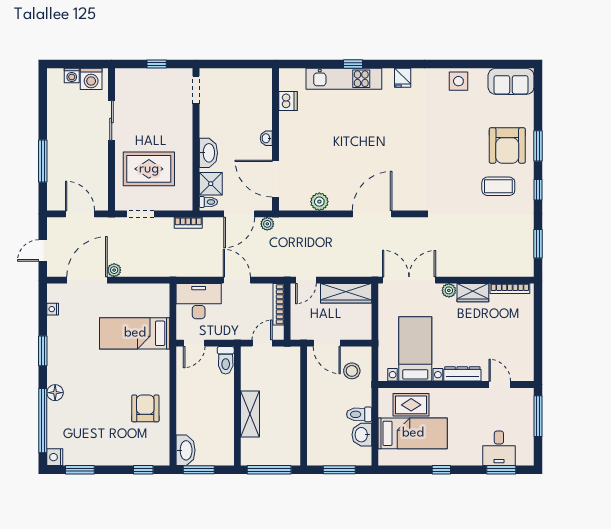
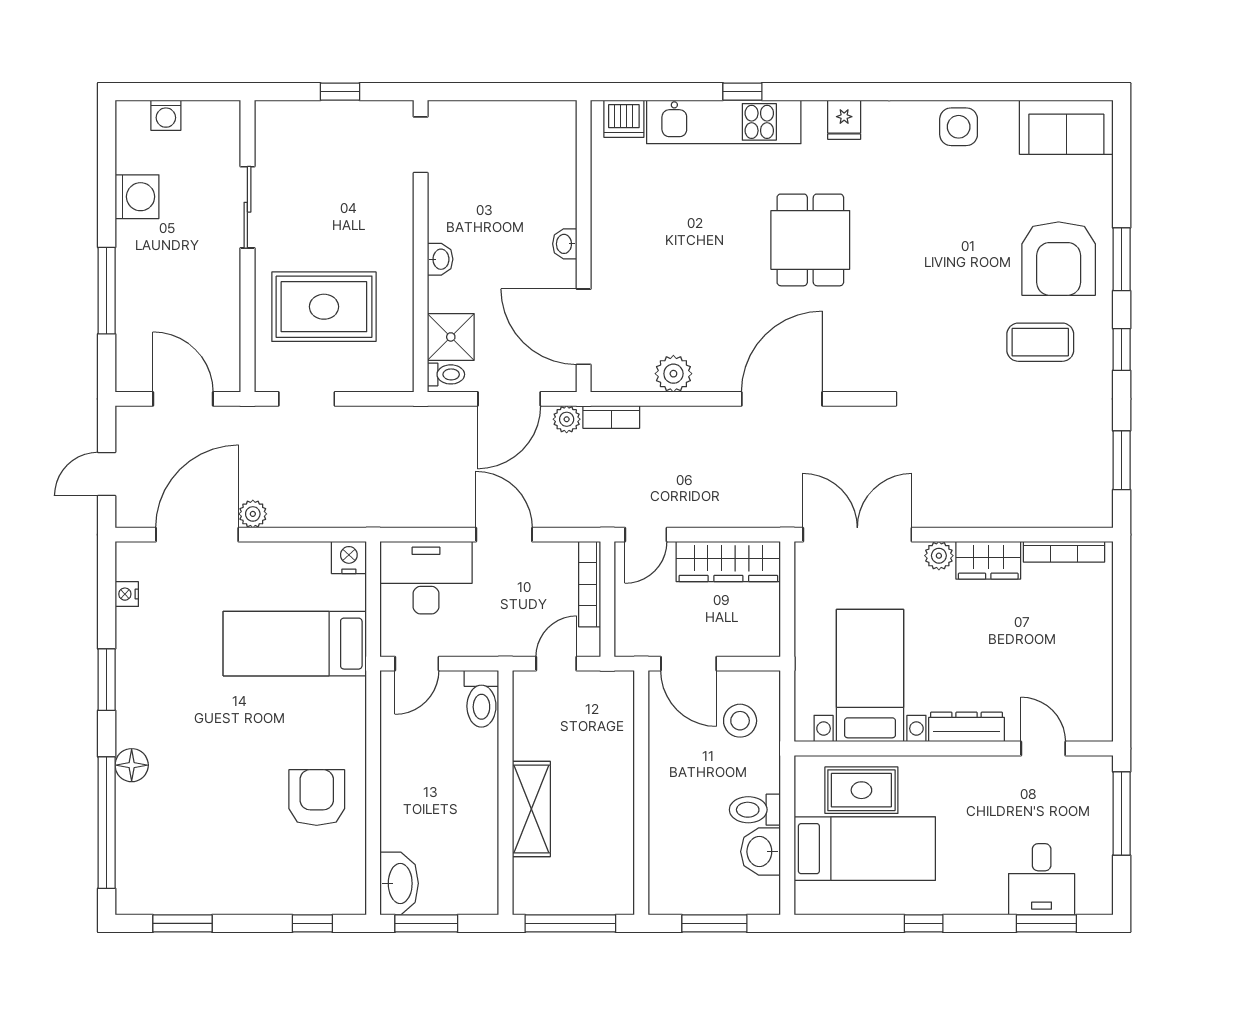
washing machine: (91, 79) -> (137, 197), moved, turned -90
dishwasher: (288, 101) -> (624, 119), moved, turned 90
dining table: (386, 136) -> (810, 240), added
washbasin: (208, 153) -> (440, 259), width x0.52, depth x0.69
bookcase: (188, 223) -> (611, 417), moved
nightstand: (55, 457) -> (349, 557), moved, turned 90

